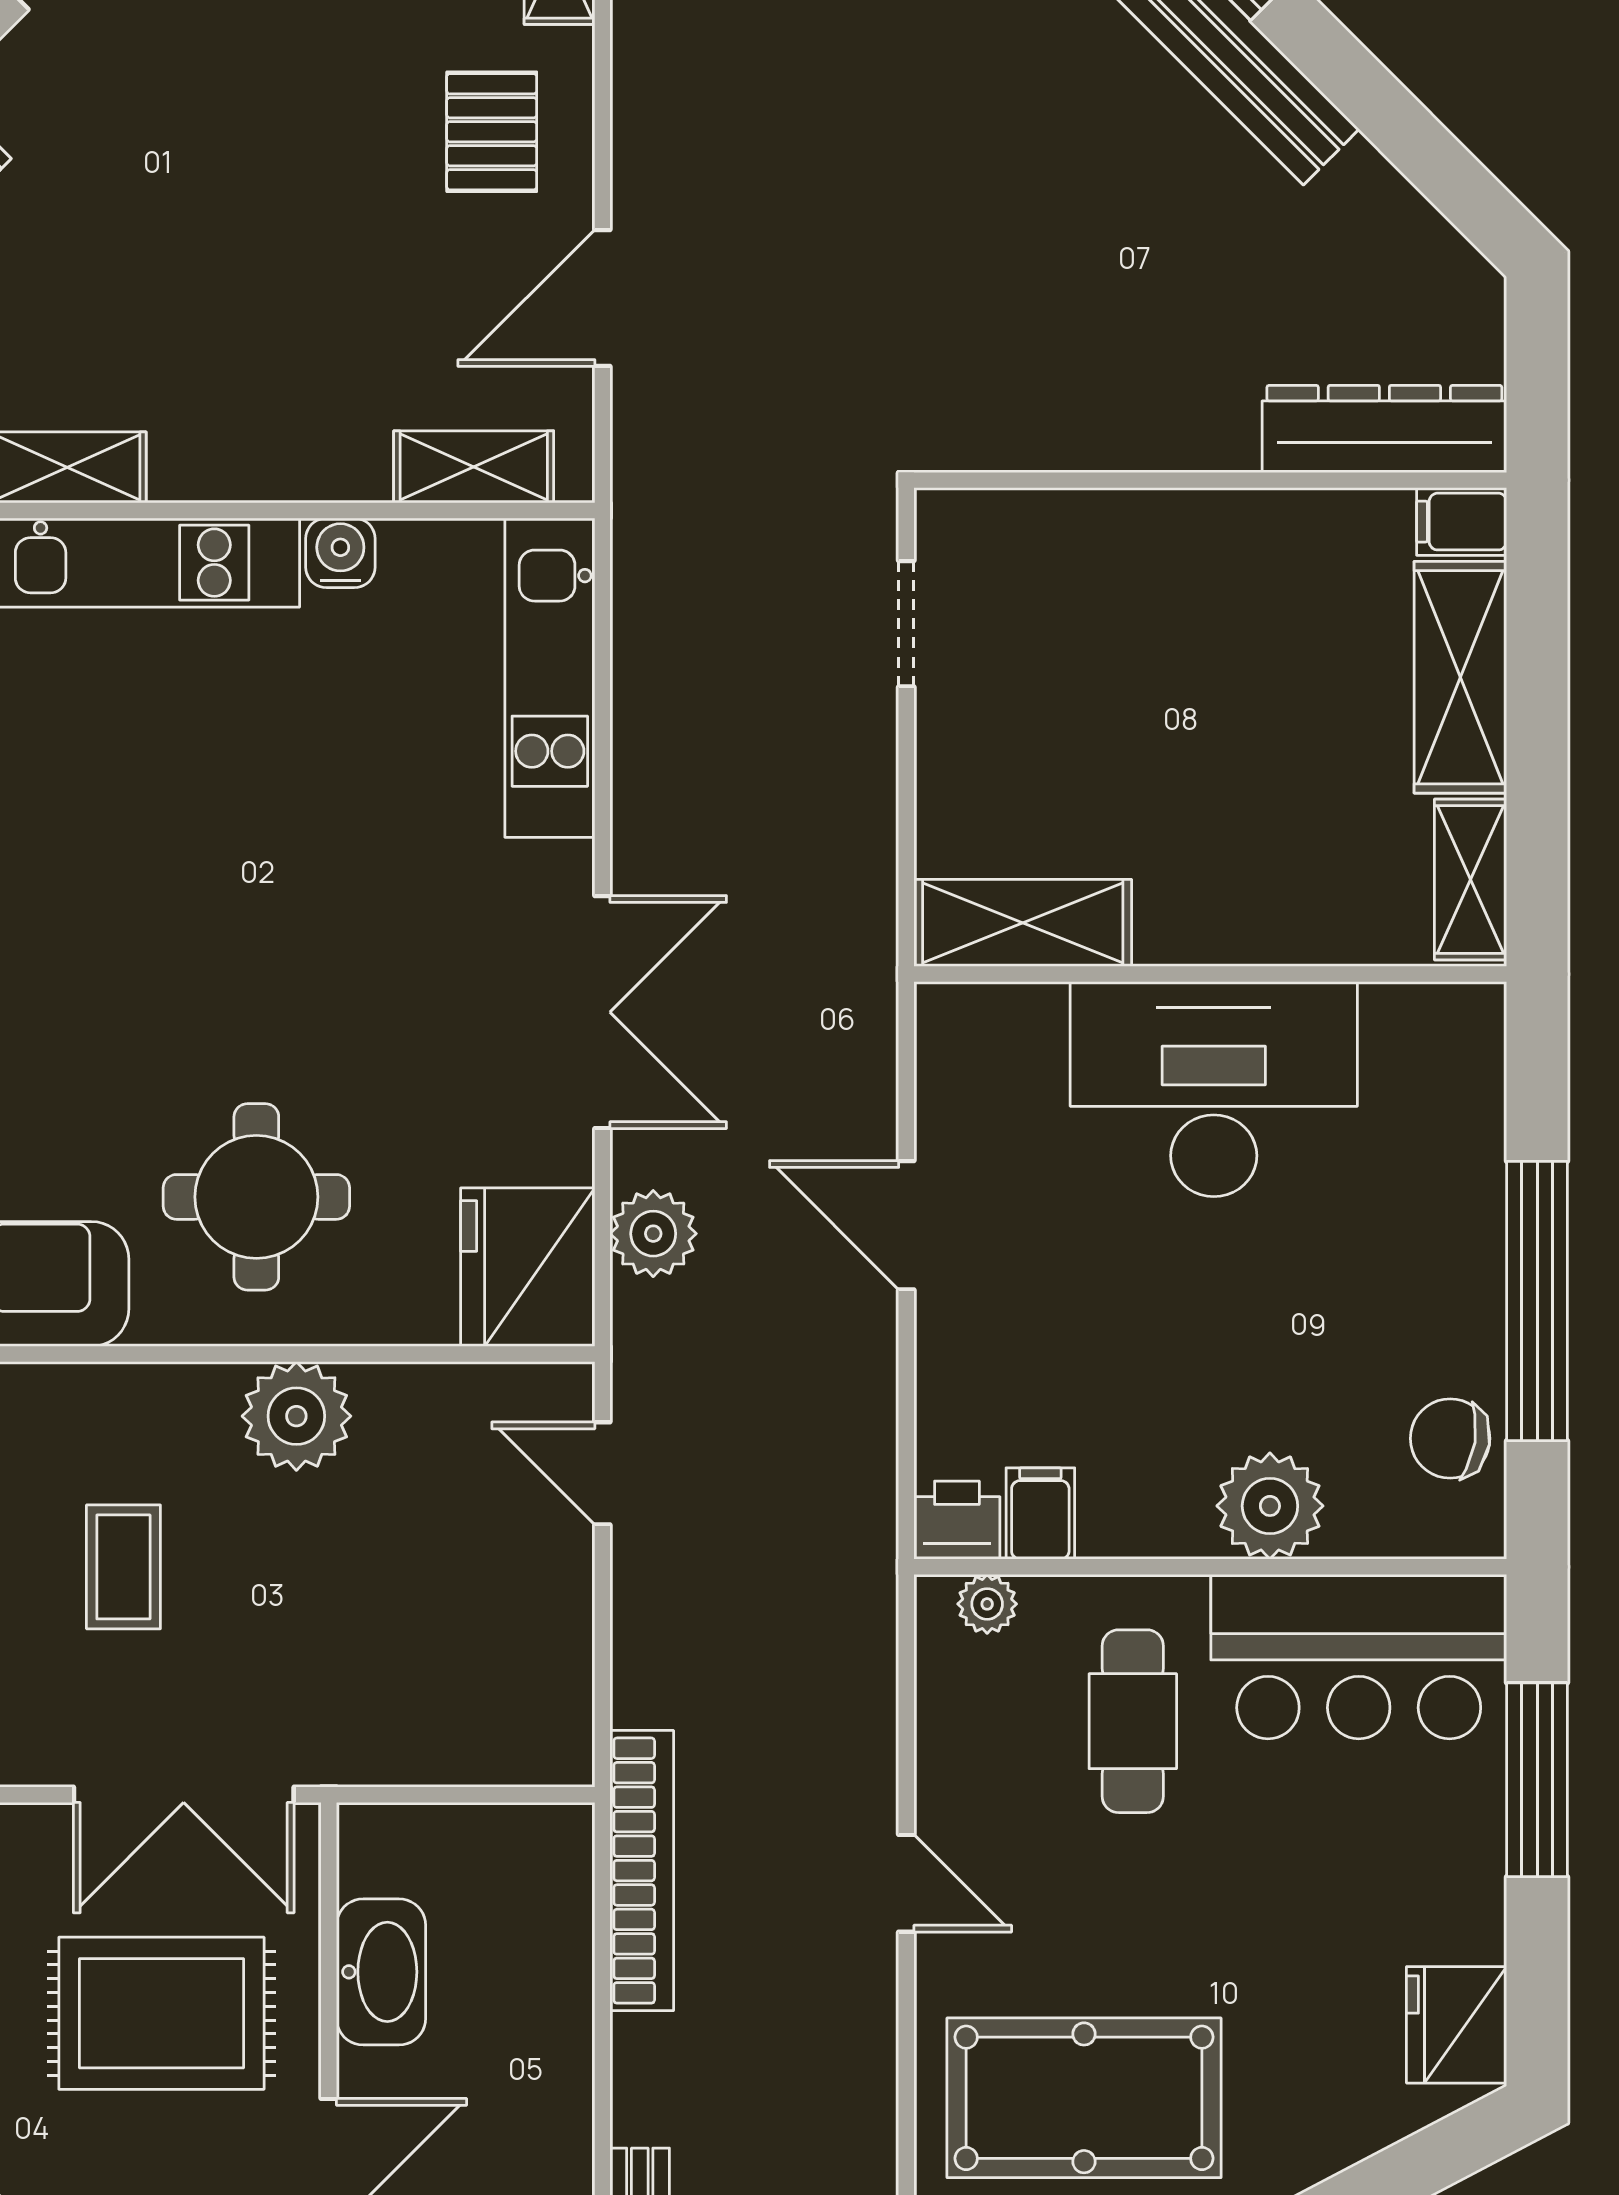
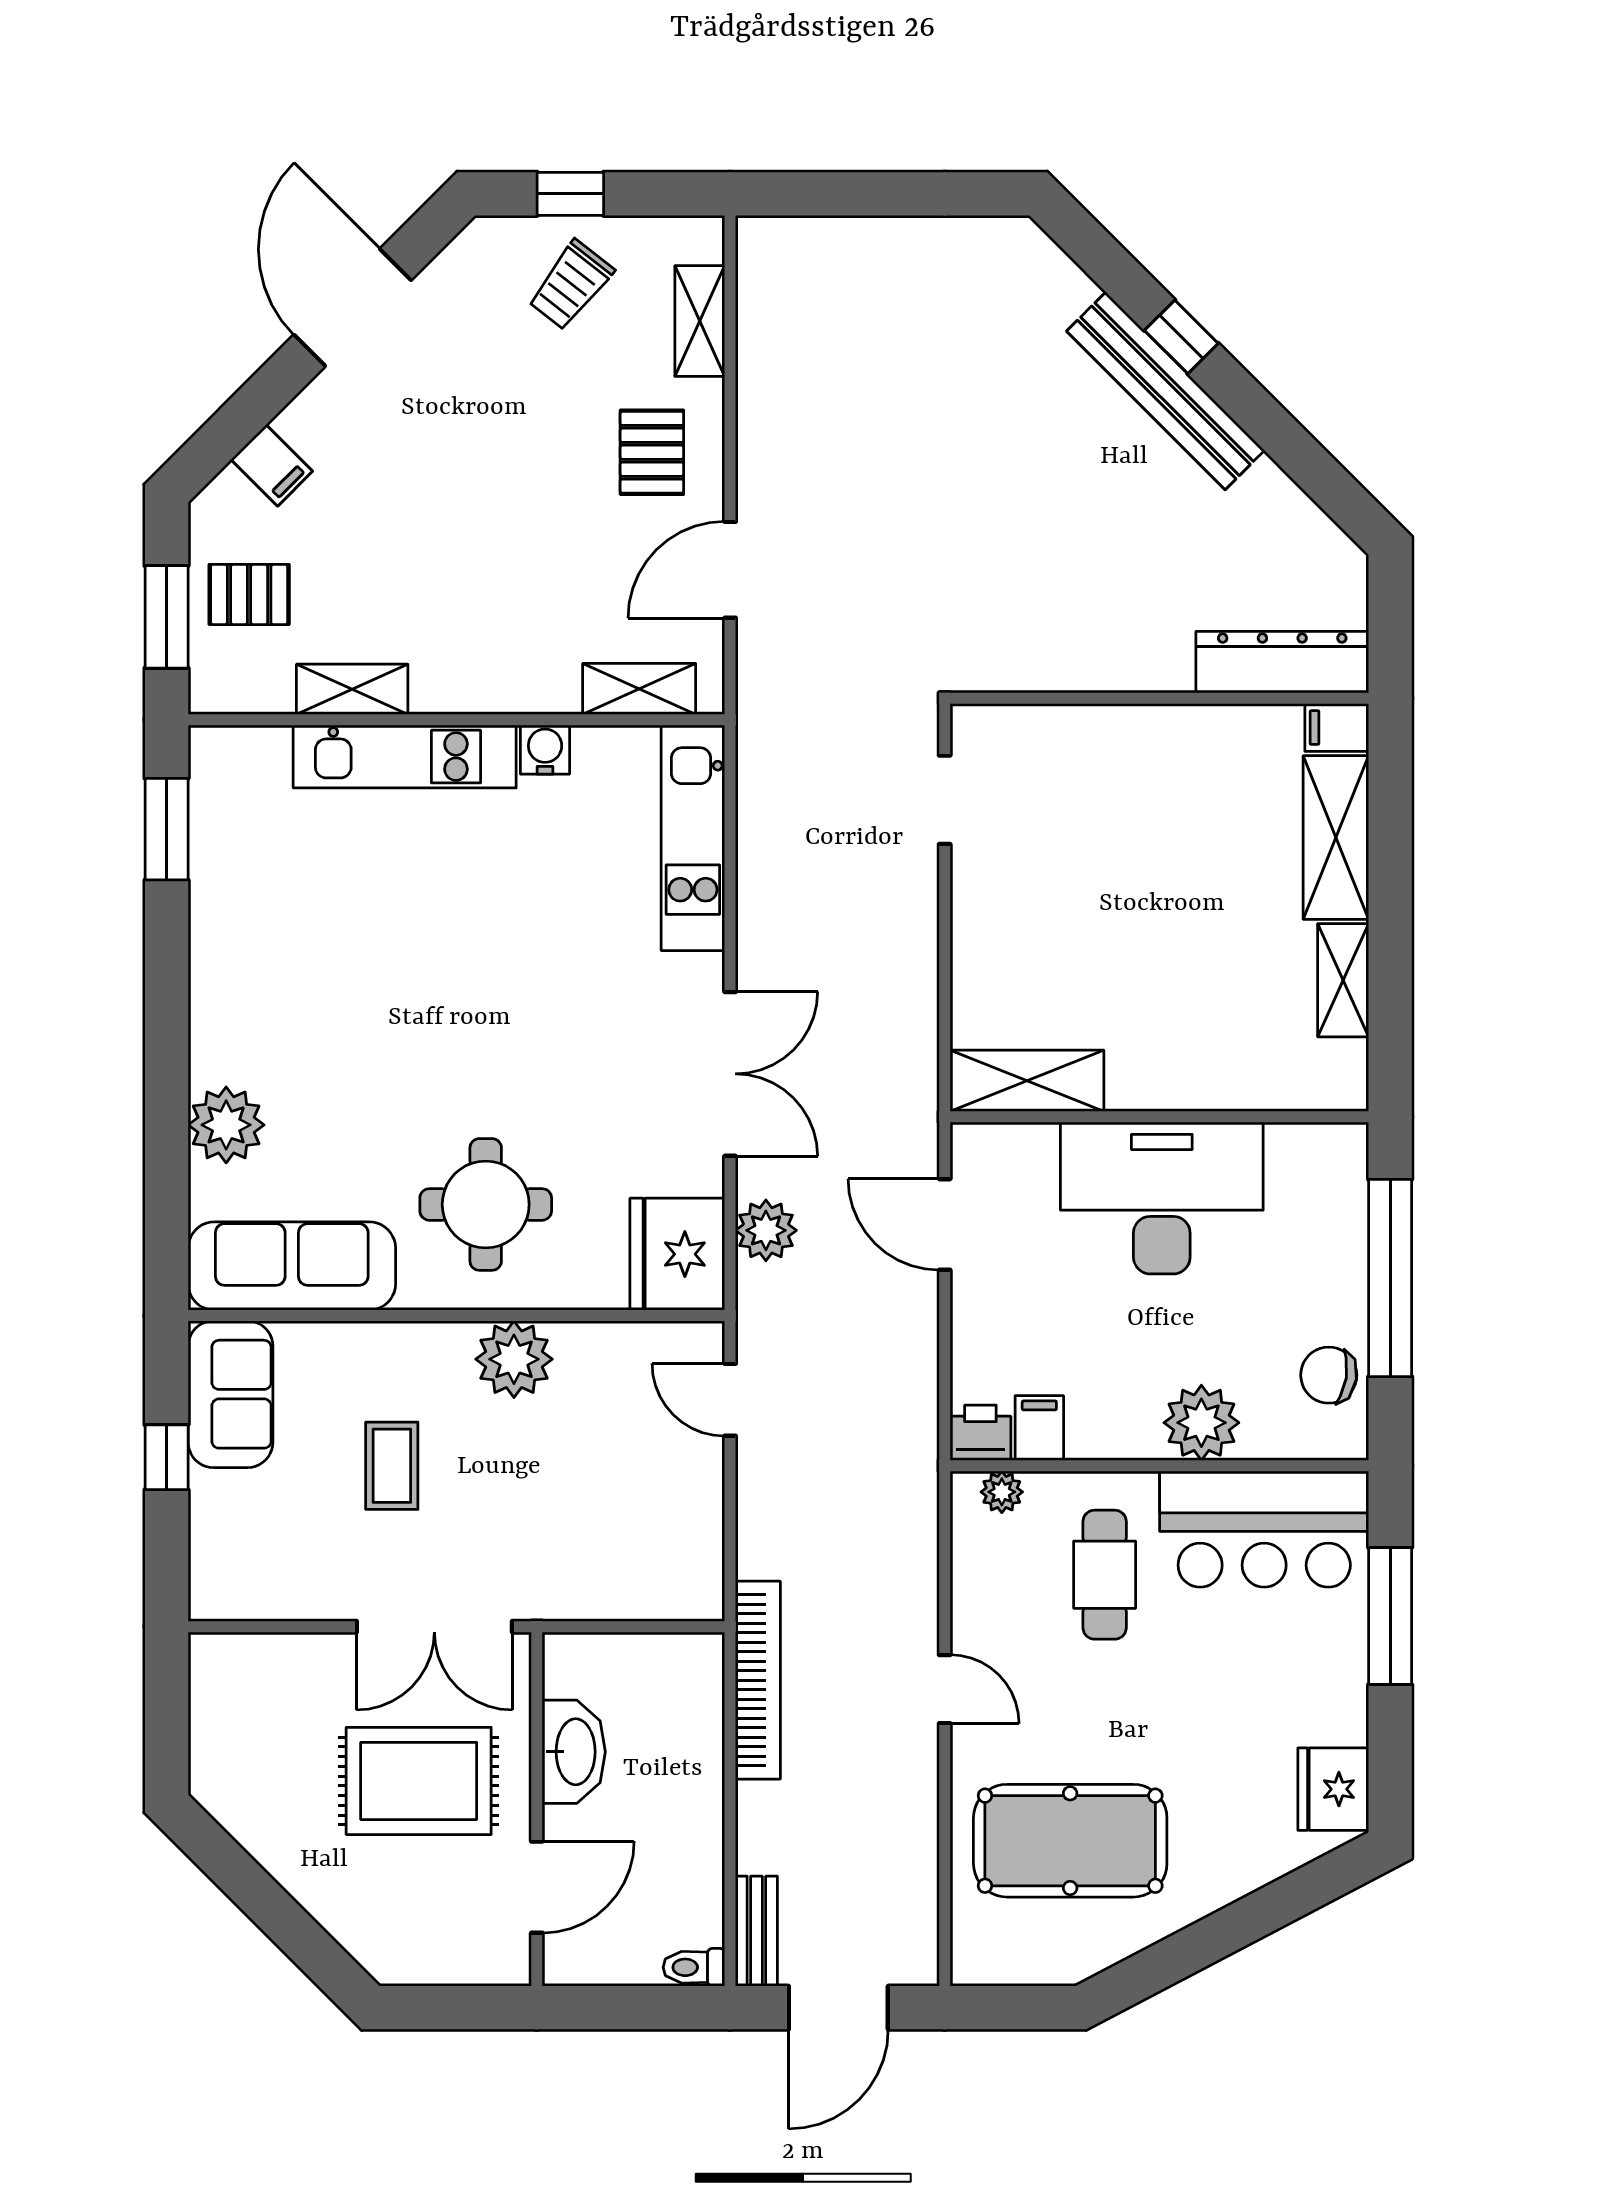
shelving: (1023, 923) -> (1027, 1081), moved
wall: (1210, 974) -> (1159, 1117), moved
desk: (1214, 1089) -> (1162, 1198), moved

